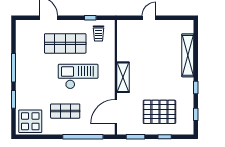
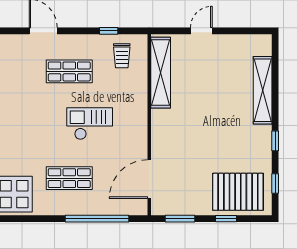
shop shelf: (65, 43) -> (69, 71), width x0.70, depth x0.74
checkout: (78, 76) -> (90, 124), width x0.73, depth x0.83
shelving: (123, 77) -> (161, 73), moved, width x1.47
pallet: (159, 112) -> (238, 192), moved

